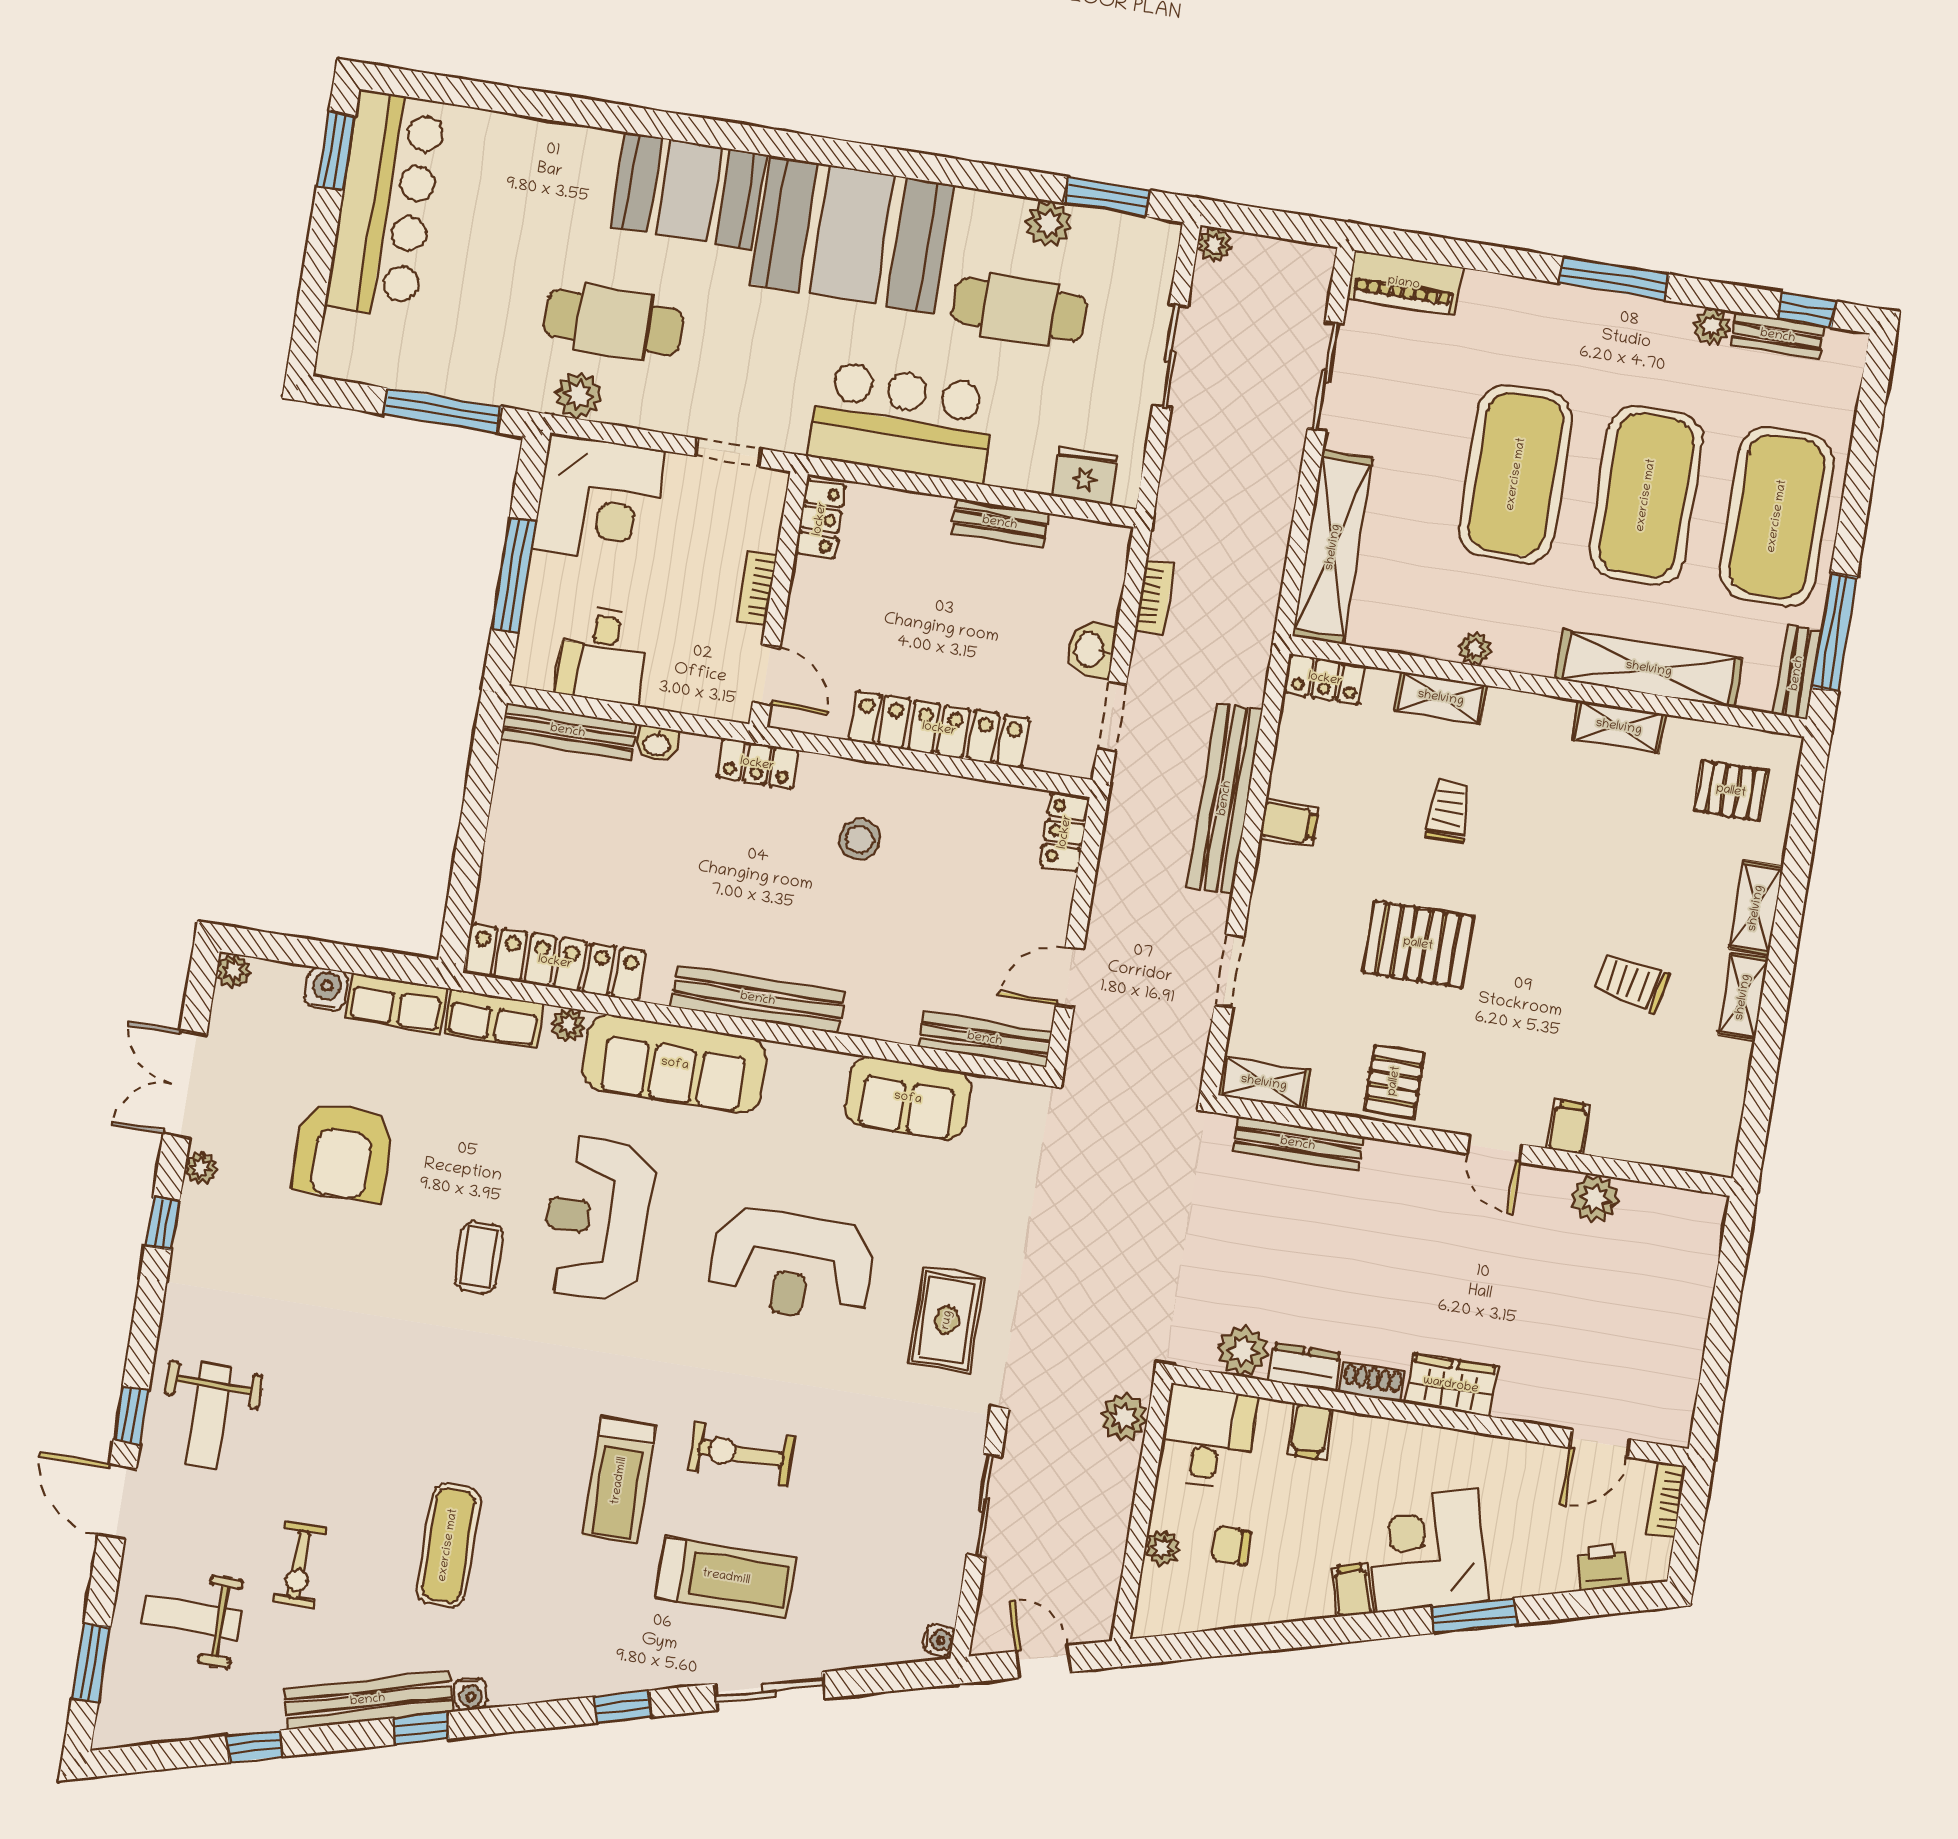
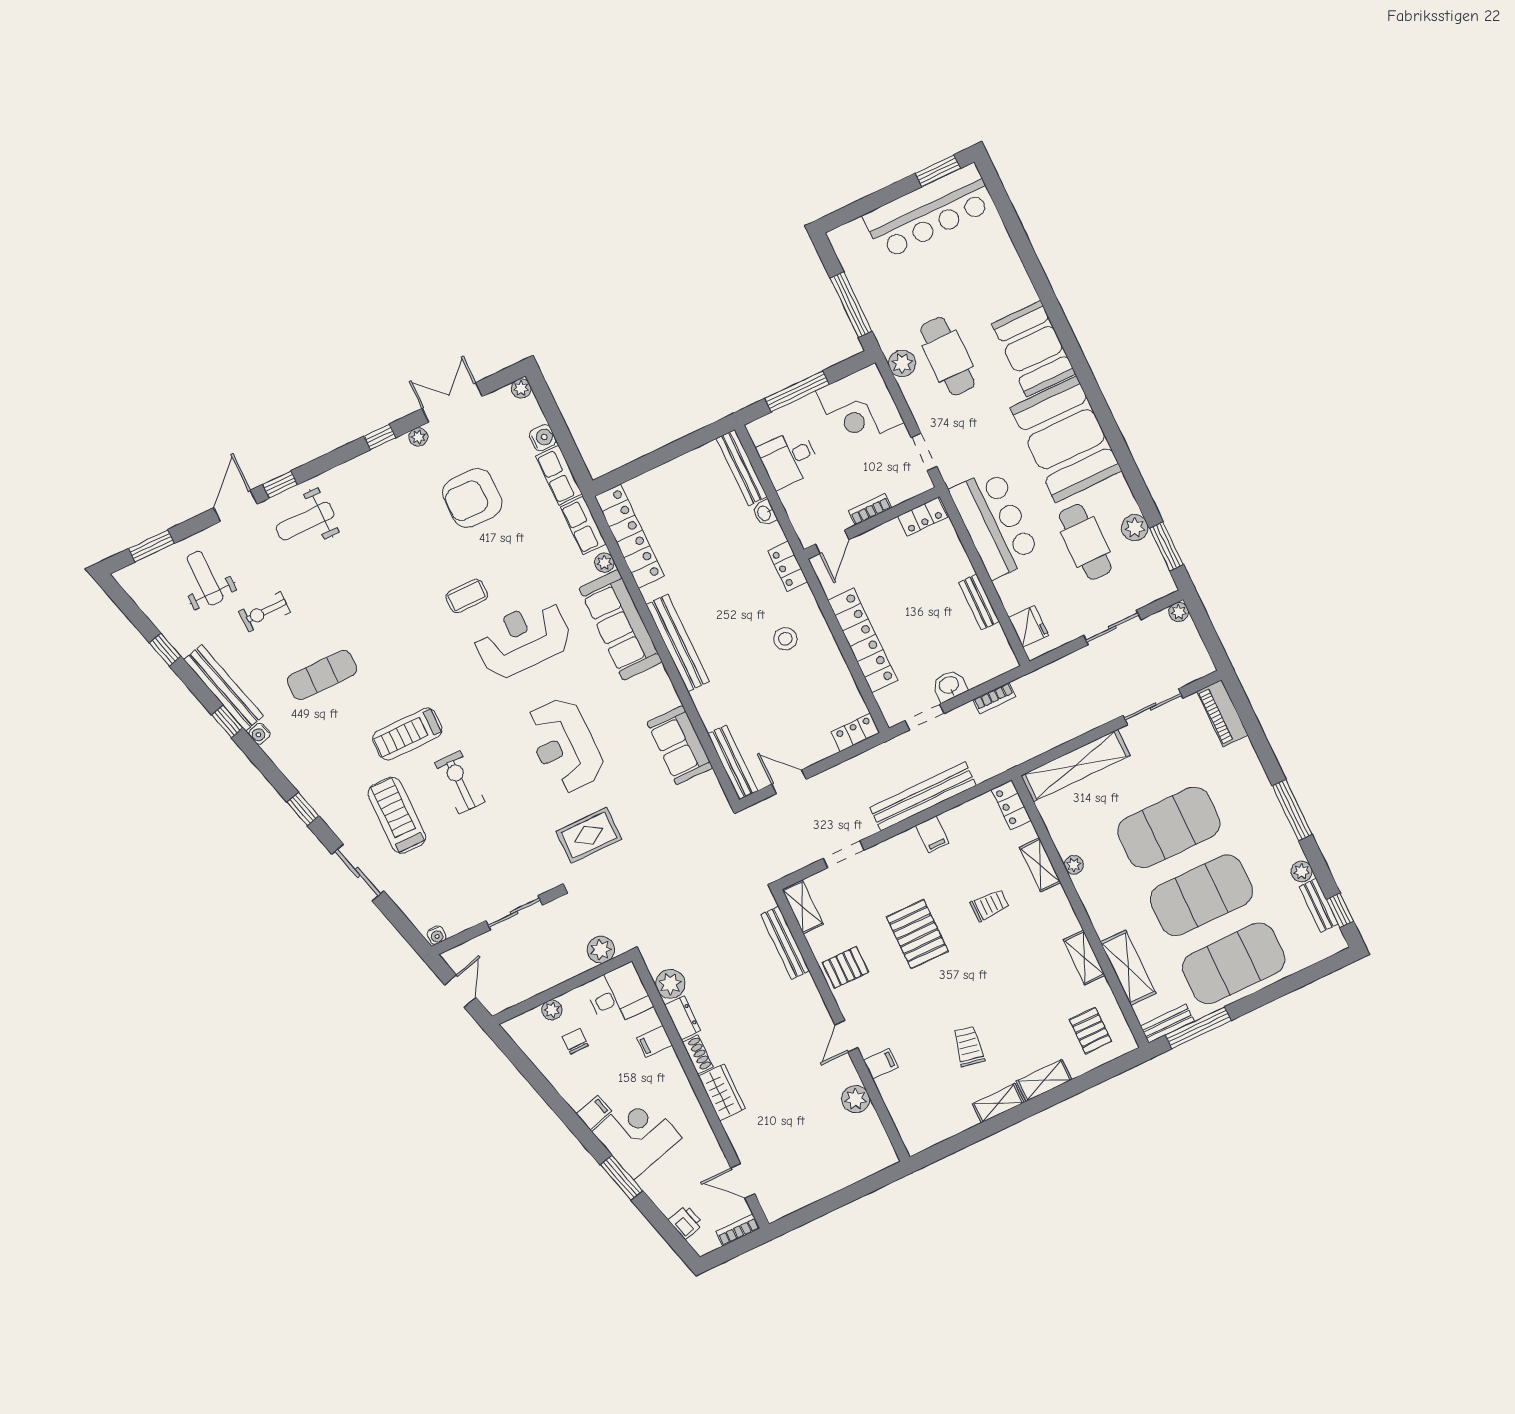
shelving: (1649, 669) -> (1128, 968), width x0.68
treadmill: (726, 1577) -> (397, 815), turned 180

